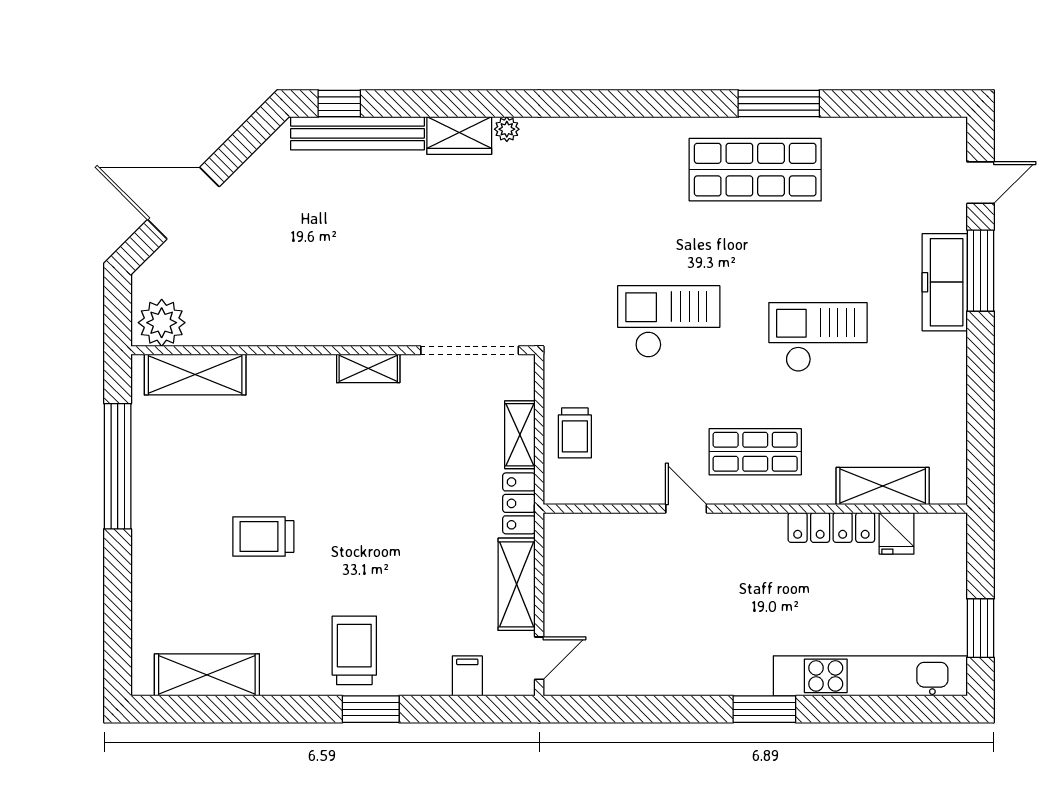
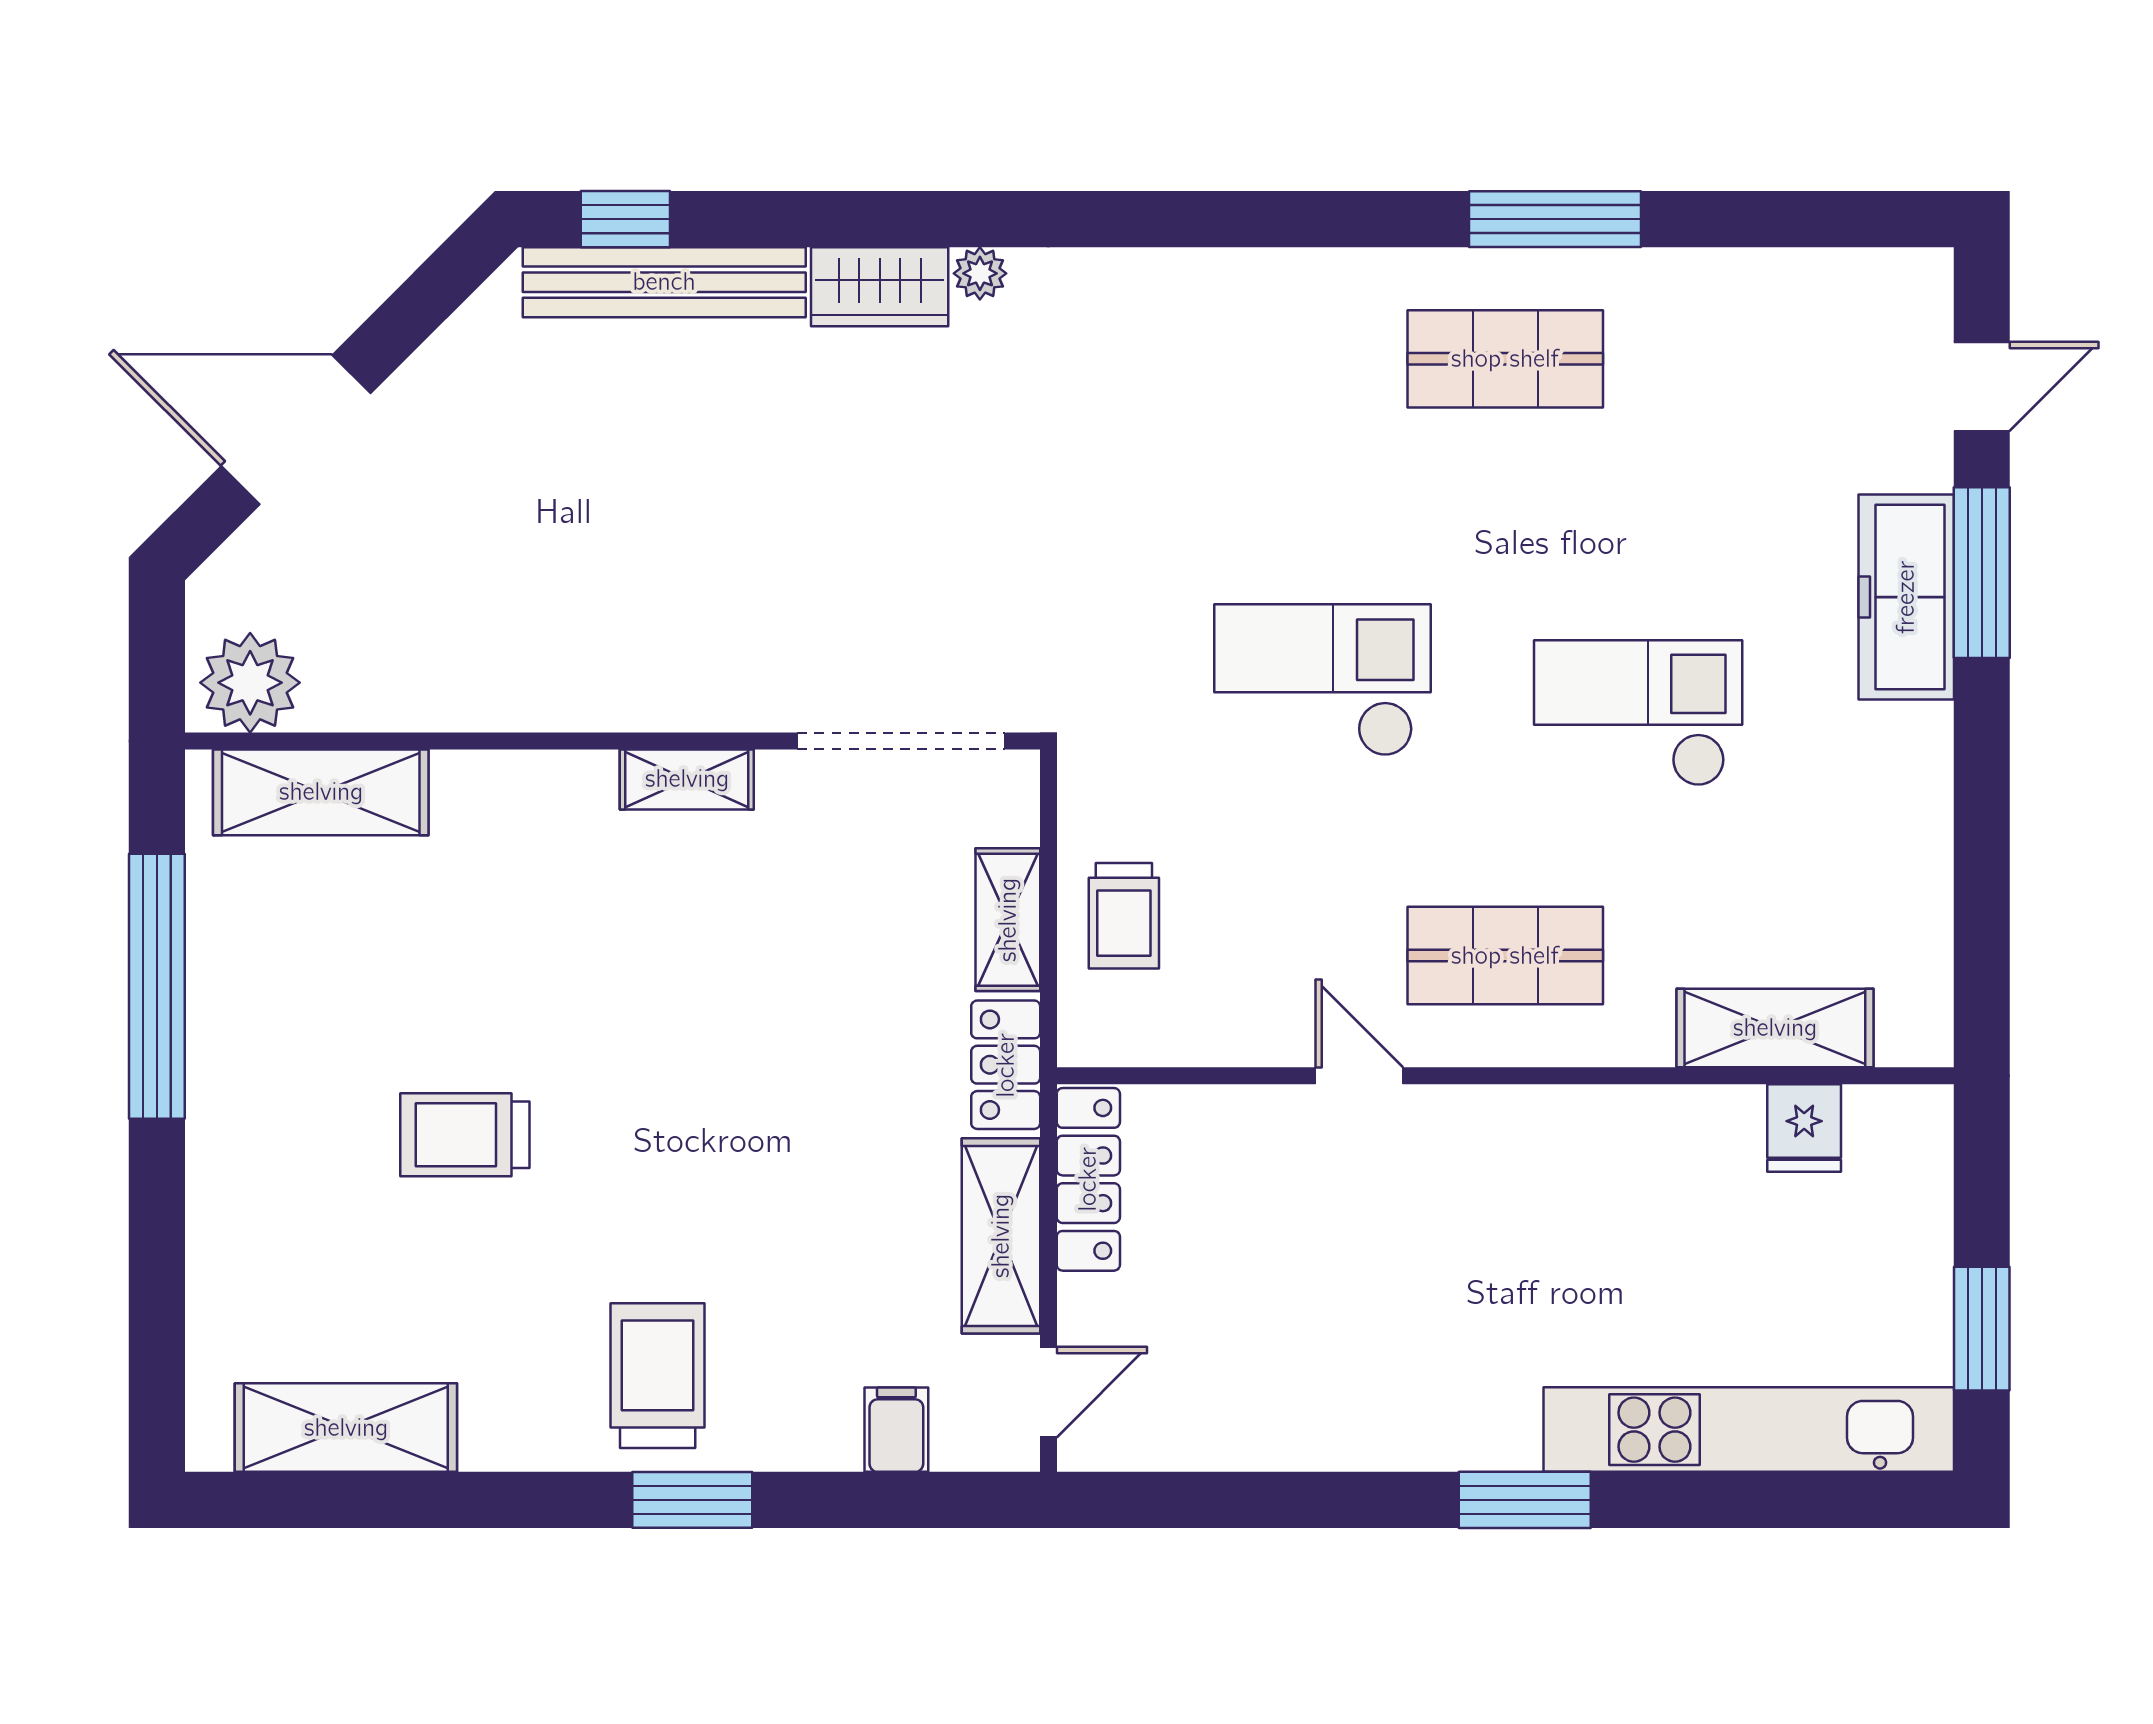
shop shelf: (755, 170) -> (1505, 359), width x0.70, depth x0.74
locker: (831, 527) -> (1088, 1179), moved, turned -90

